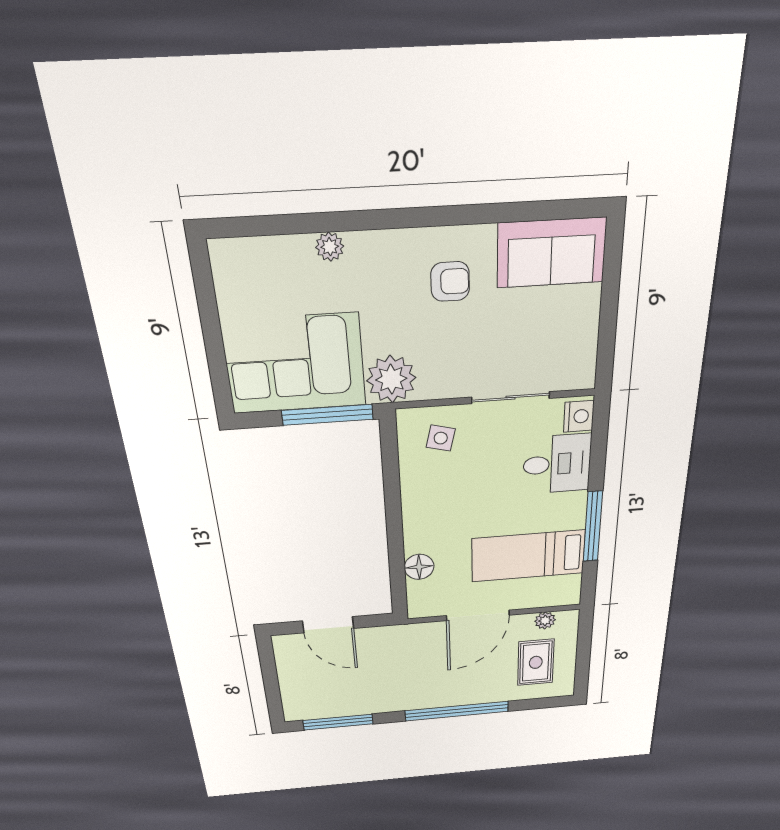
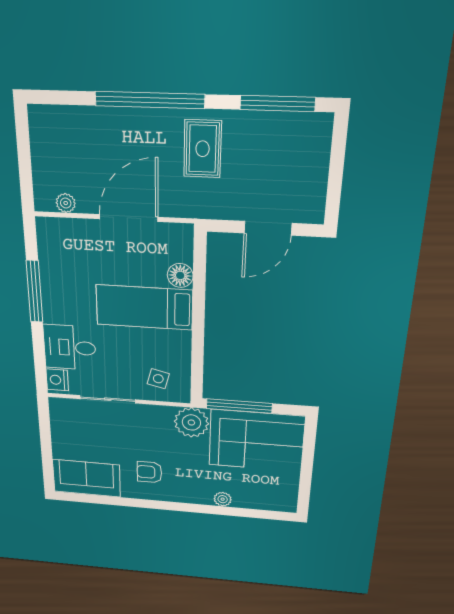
bed: (528, 556) -> (144, 307), moved, turned 180
door: (328, 625) -> (268, 228), swing flipped
rug: (536, 662) -> (203, 149), moved

